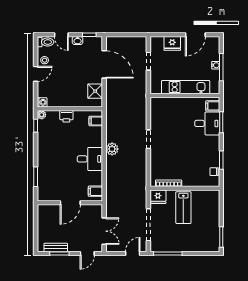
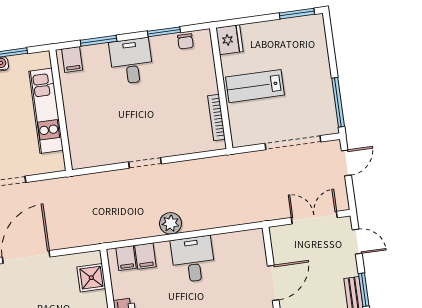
shower: (95, 91) -> (91, 278), moved
desk: (207, 123) -> (131, 61), moved
filing cabinet: (95, 191) -> (145, 256), moved
fridge: (158, 197) -> (230, 40), moved
door: (70, 203) -> (273, 283), hinge flipped
lab bench: (183, 208) -> (255, 86), turned 180
door: (133, 254) -> (346, 163), swing flipped

